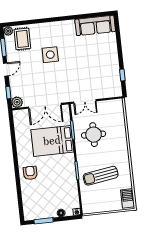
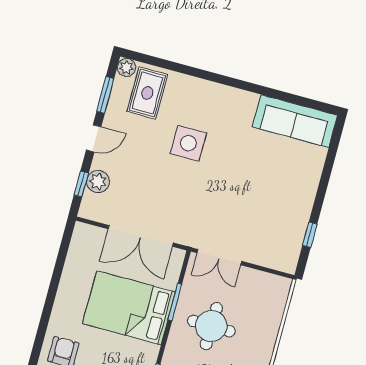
plant: (17, 102) -> (98, 182), moved

